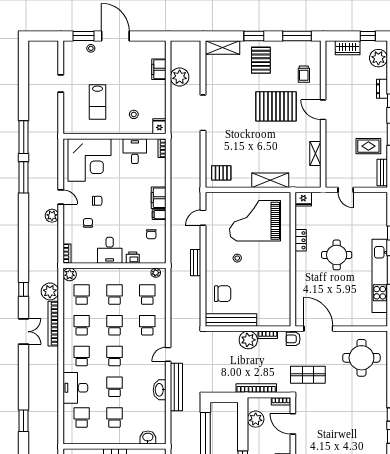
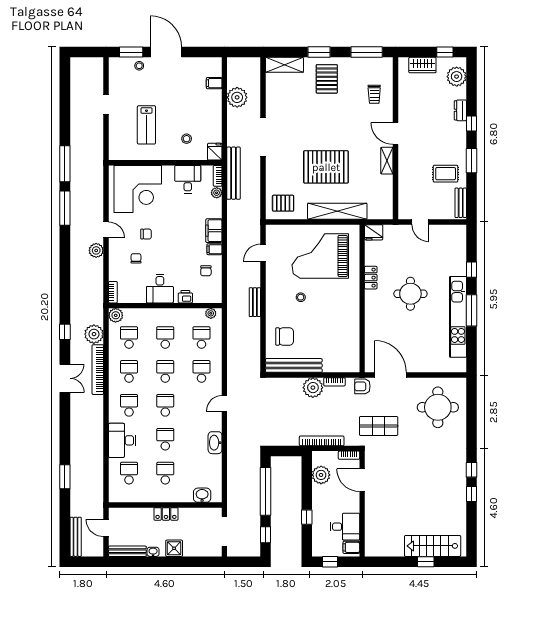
filing cabinet: (159, 69) -> (214, 83), width x0.50
pallet: (276, 106) -> (326, 167), moved
shelving: (315, 154) -> (387, 161), moved
plant: (161, 163) -> (217, 193), added
shelving: (270, 180) -> (337, 211), width x1.47
bench: (176, 387) -> (234, 173), moved

